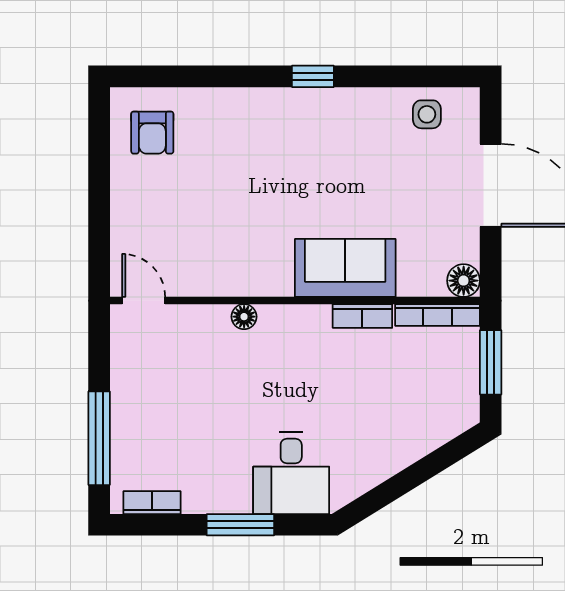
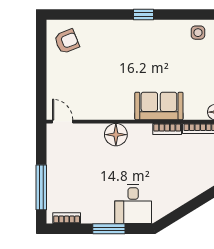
armchair: (152, 133) -> (67, 41), turned -112
floor lamp: (244, 317) -> (116, 135), width x1.89, depth x1.89

